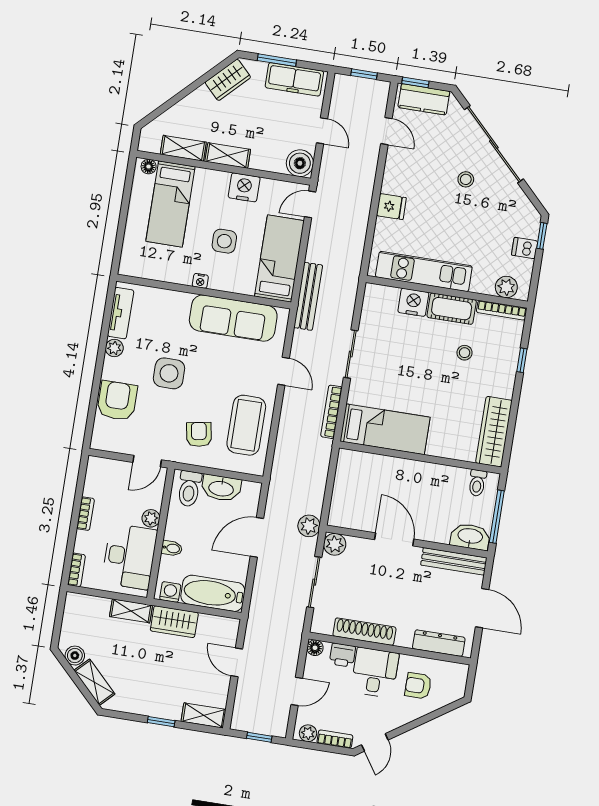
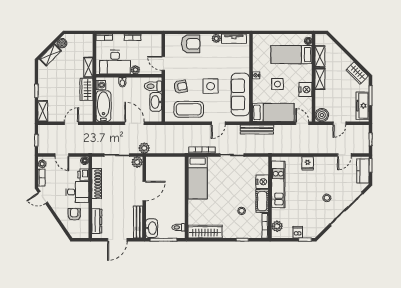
side table: (169, 373) -> (211, 86), moved

